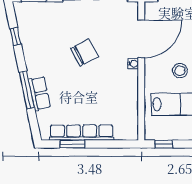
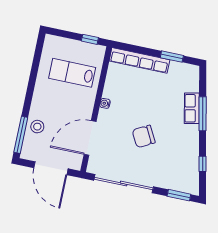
water cooler: (133, 64) -> (105, 103), moved
stool: (180, 71) -> (61, 102), removed
row of seats: (82, 133) -> (139, 60), moved

